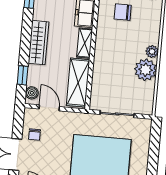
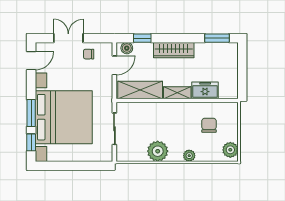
plant: (152, 52) -> (189, 156), moved

